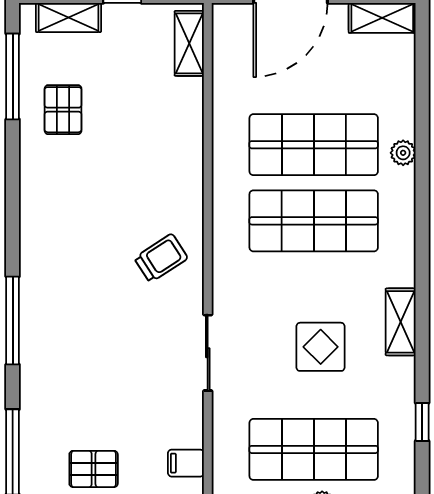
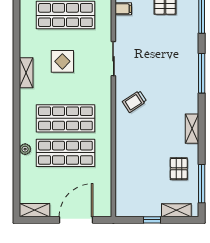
shelving: (189, 43) -> (192, 129), moved
window: (422, 422) -> (16, 27), removed

